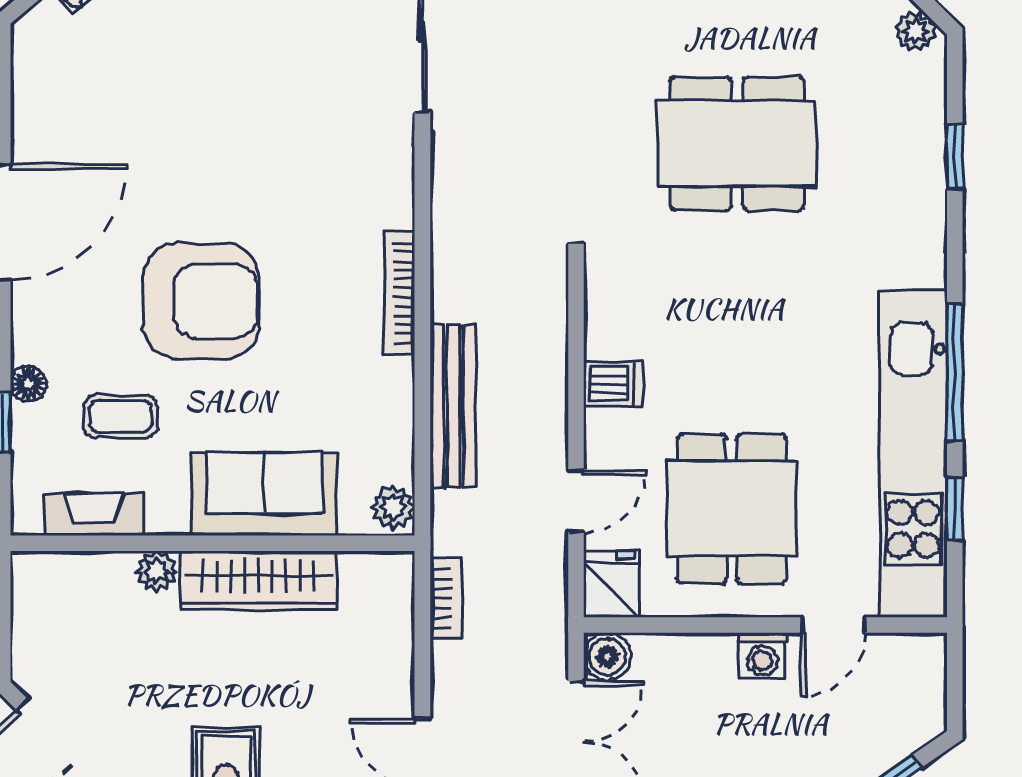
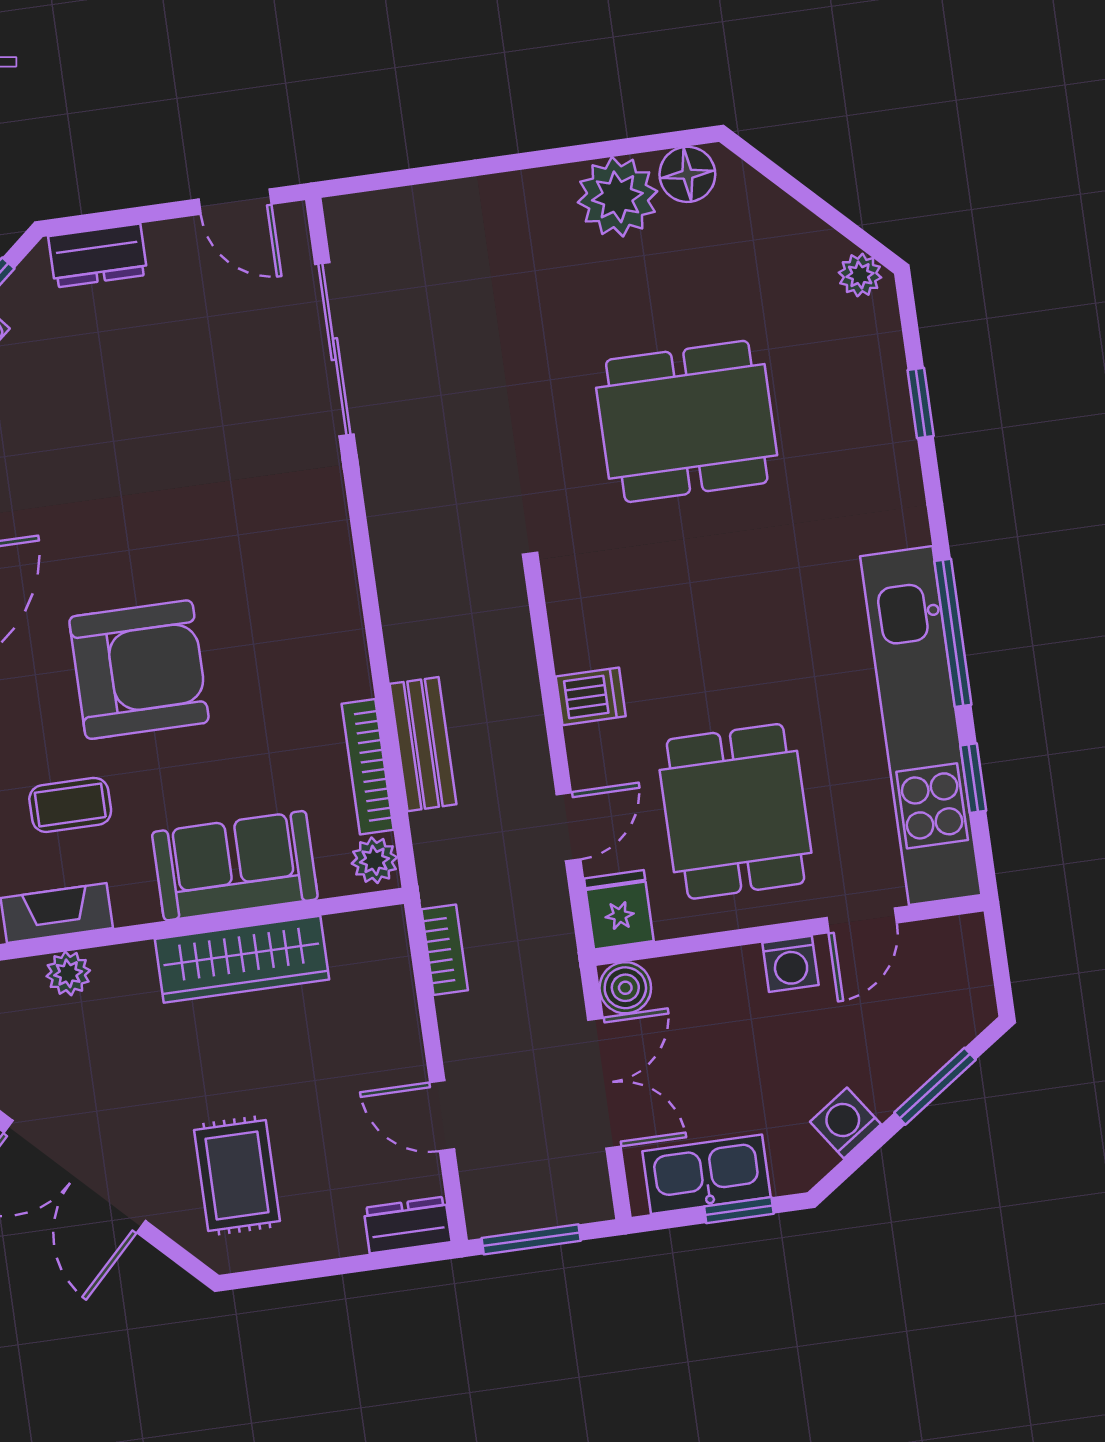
bookcase: (399, 293) -> (368, 767), moved
bench: (453, 406) -> (423, 744), width x0.73
plant: (156, 571) -> (68, 973), moved

